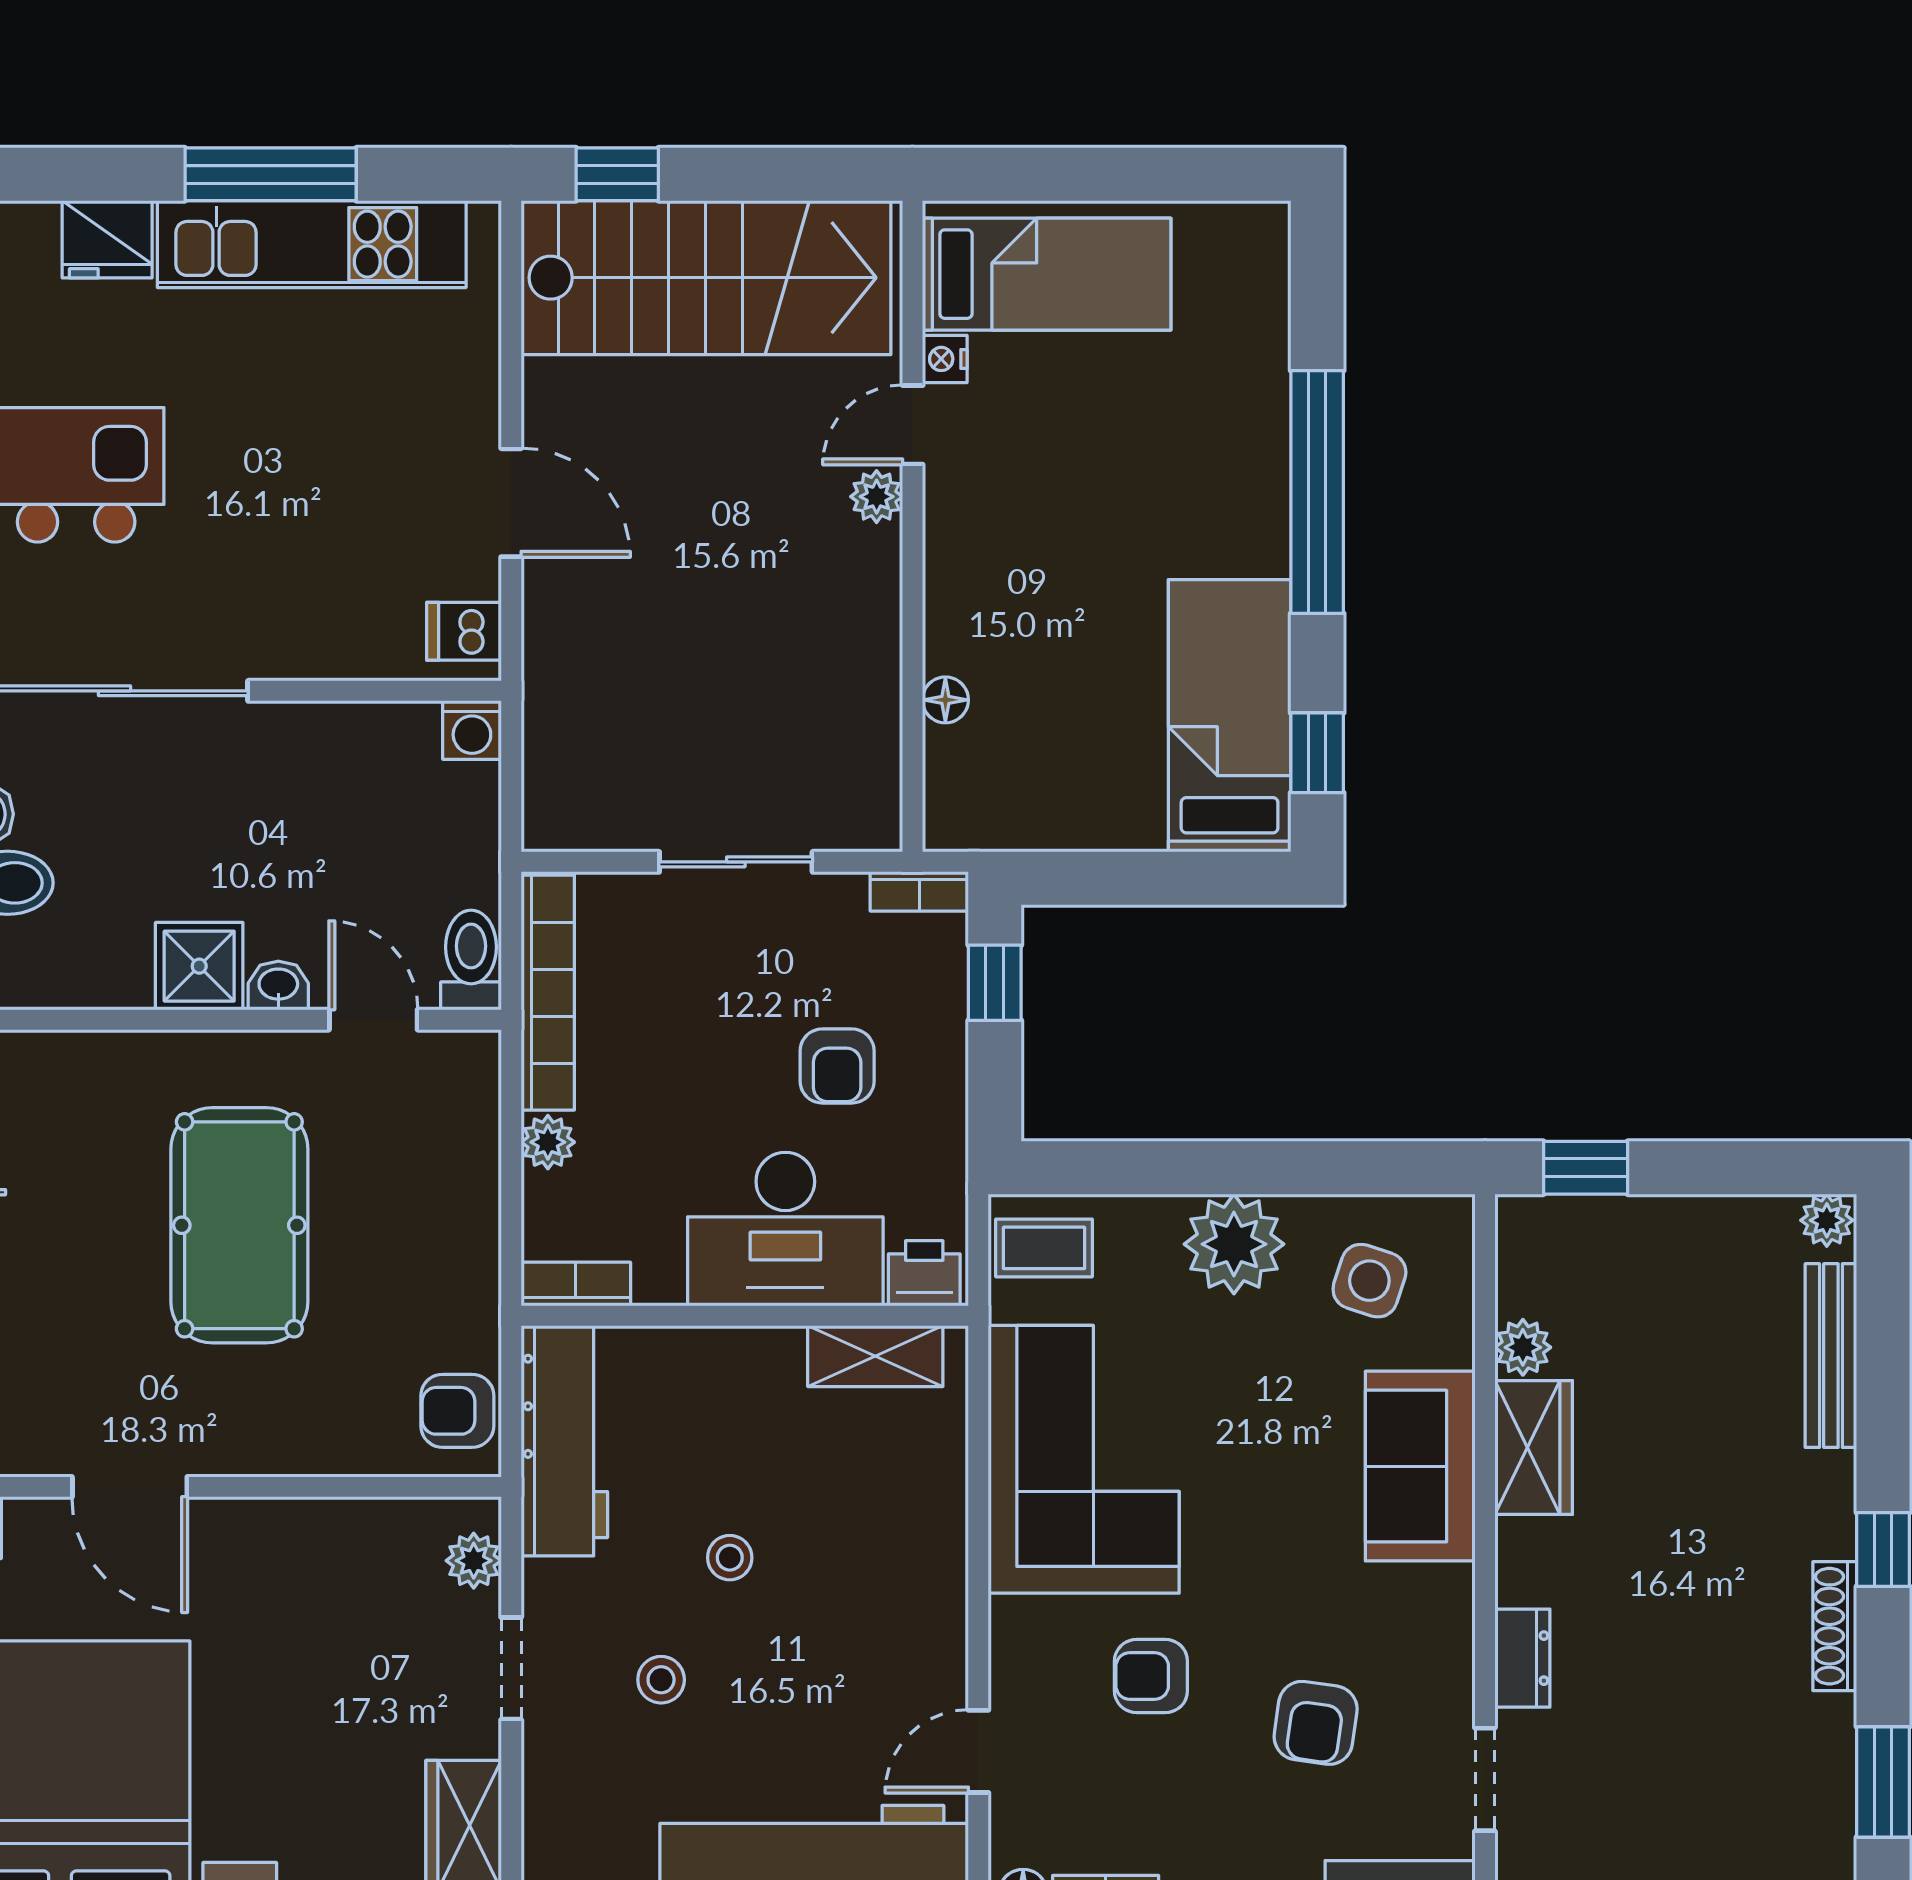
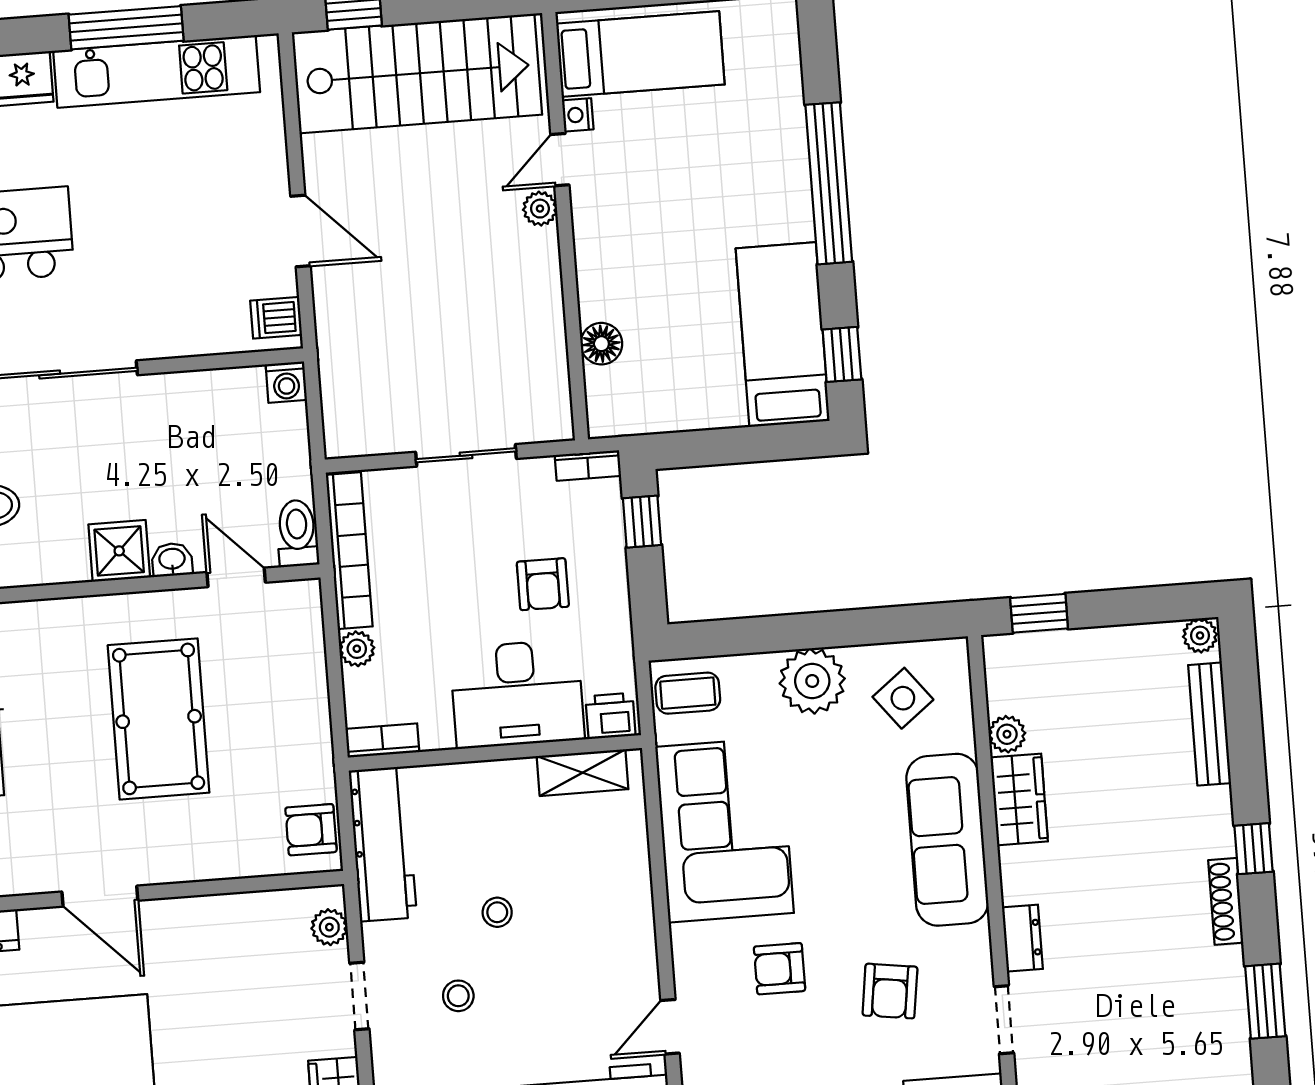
floor lamp: (945, 700) -> (601, 344), width x1.37, depth x1.37
side table: (1369, 1281) -> (903, 698), turned 34
sofa: (1420, 1466) -> (947, 840), width x1.36

